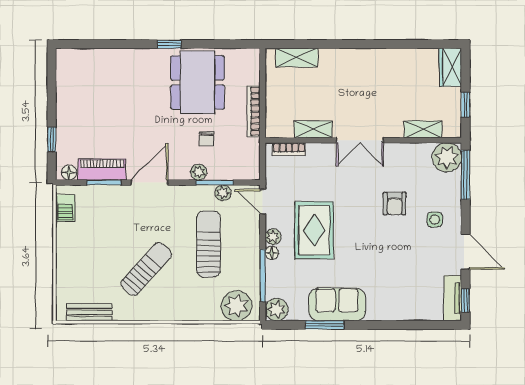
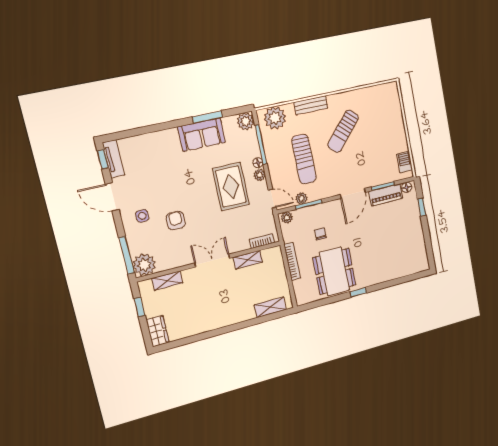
plant: (199, 172) -> (287, 218), moved
bench: (89, 312) -> (311, 105), moved

